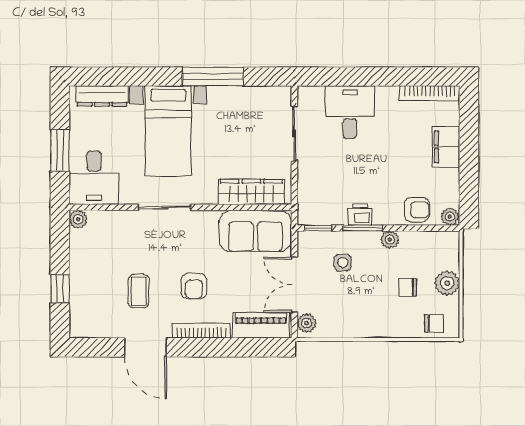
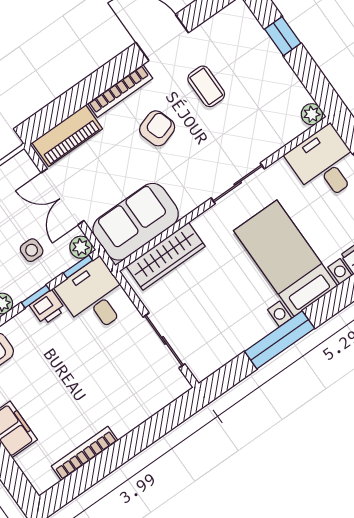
bookcase: (430, 93) -> (85, 453), moved
desk: (350, 112) -> (94, 297), moved, turned 180
window: (363, 228) -> (36, 296), width x0.67
double door: (294, 285) -> (63, 197), swing flipped
armchair: (194, 286) -> (157, 128), turned 72
plant: (307, 323) -> (81, 247), moved

